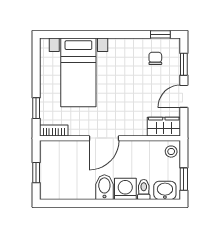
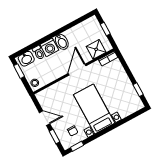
bed with nightstands: (78, 72) -> (94, 109), moved
door: (184, 96) -> (45, 118), hinge flipped
window: (36, 108) -> (138, 90), moved
wardrobe: (164, 127) -> (47, 95), removed
shower: (63, 152) -> (96, 49), added

